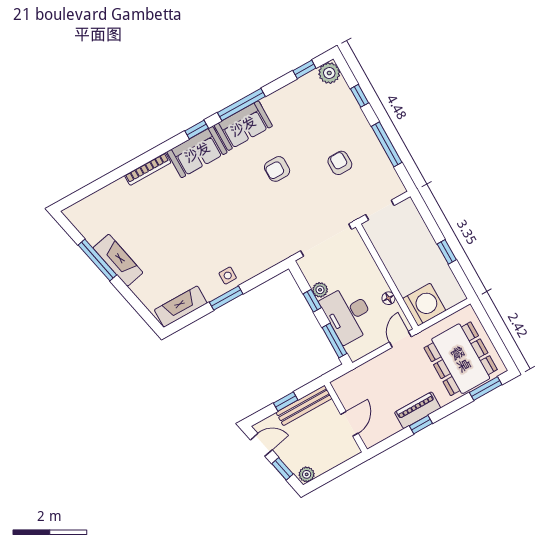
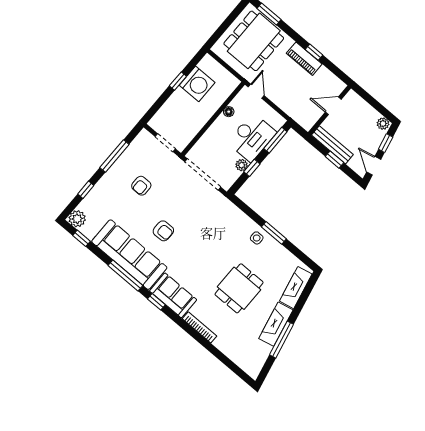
sofa: (243, 126) -> (129, 255), width x1.85, depth x1.27
dining table: (176, 233) -> (239, 288), added
washing machine: (424, 305) -> (197, 84), moved, turned 180
fireplace: (181, 306) -> (296, 288), moved, turned 78
door: (400, 339) -> (256, 91), swing flipped

